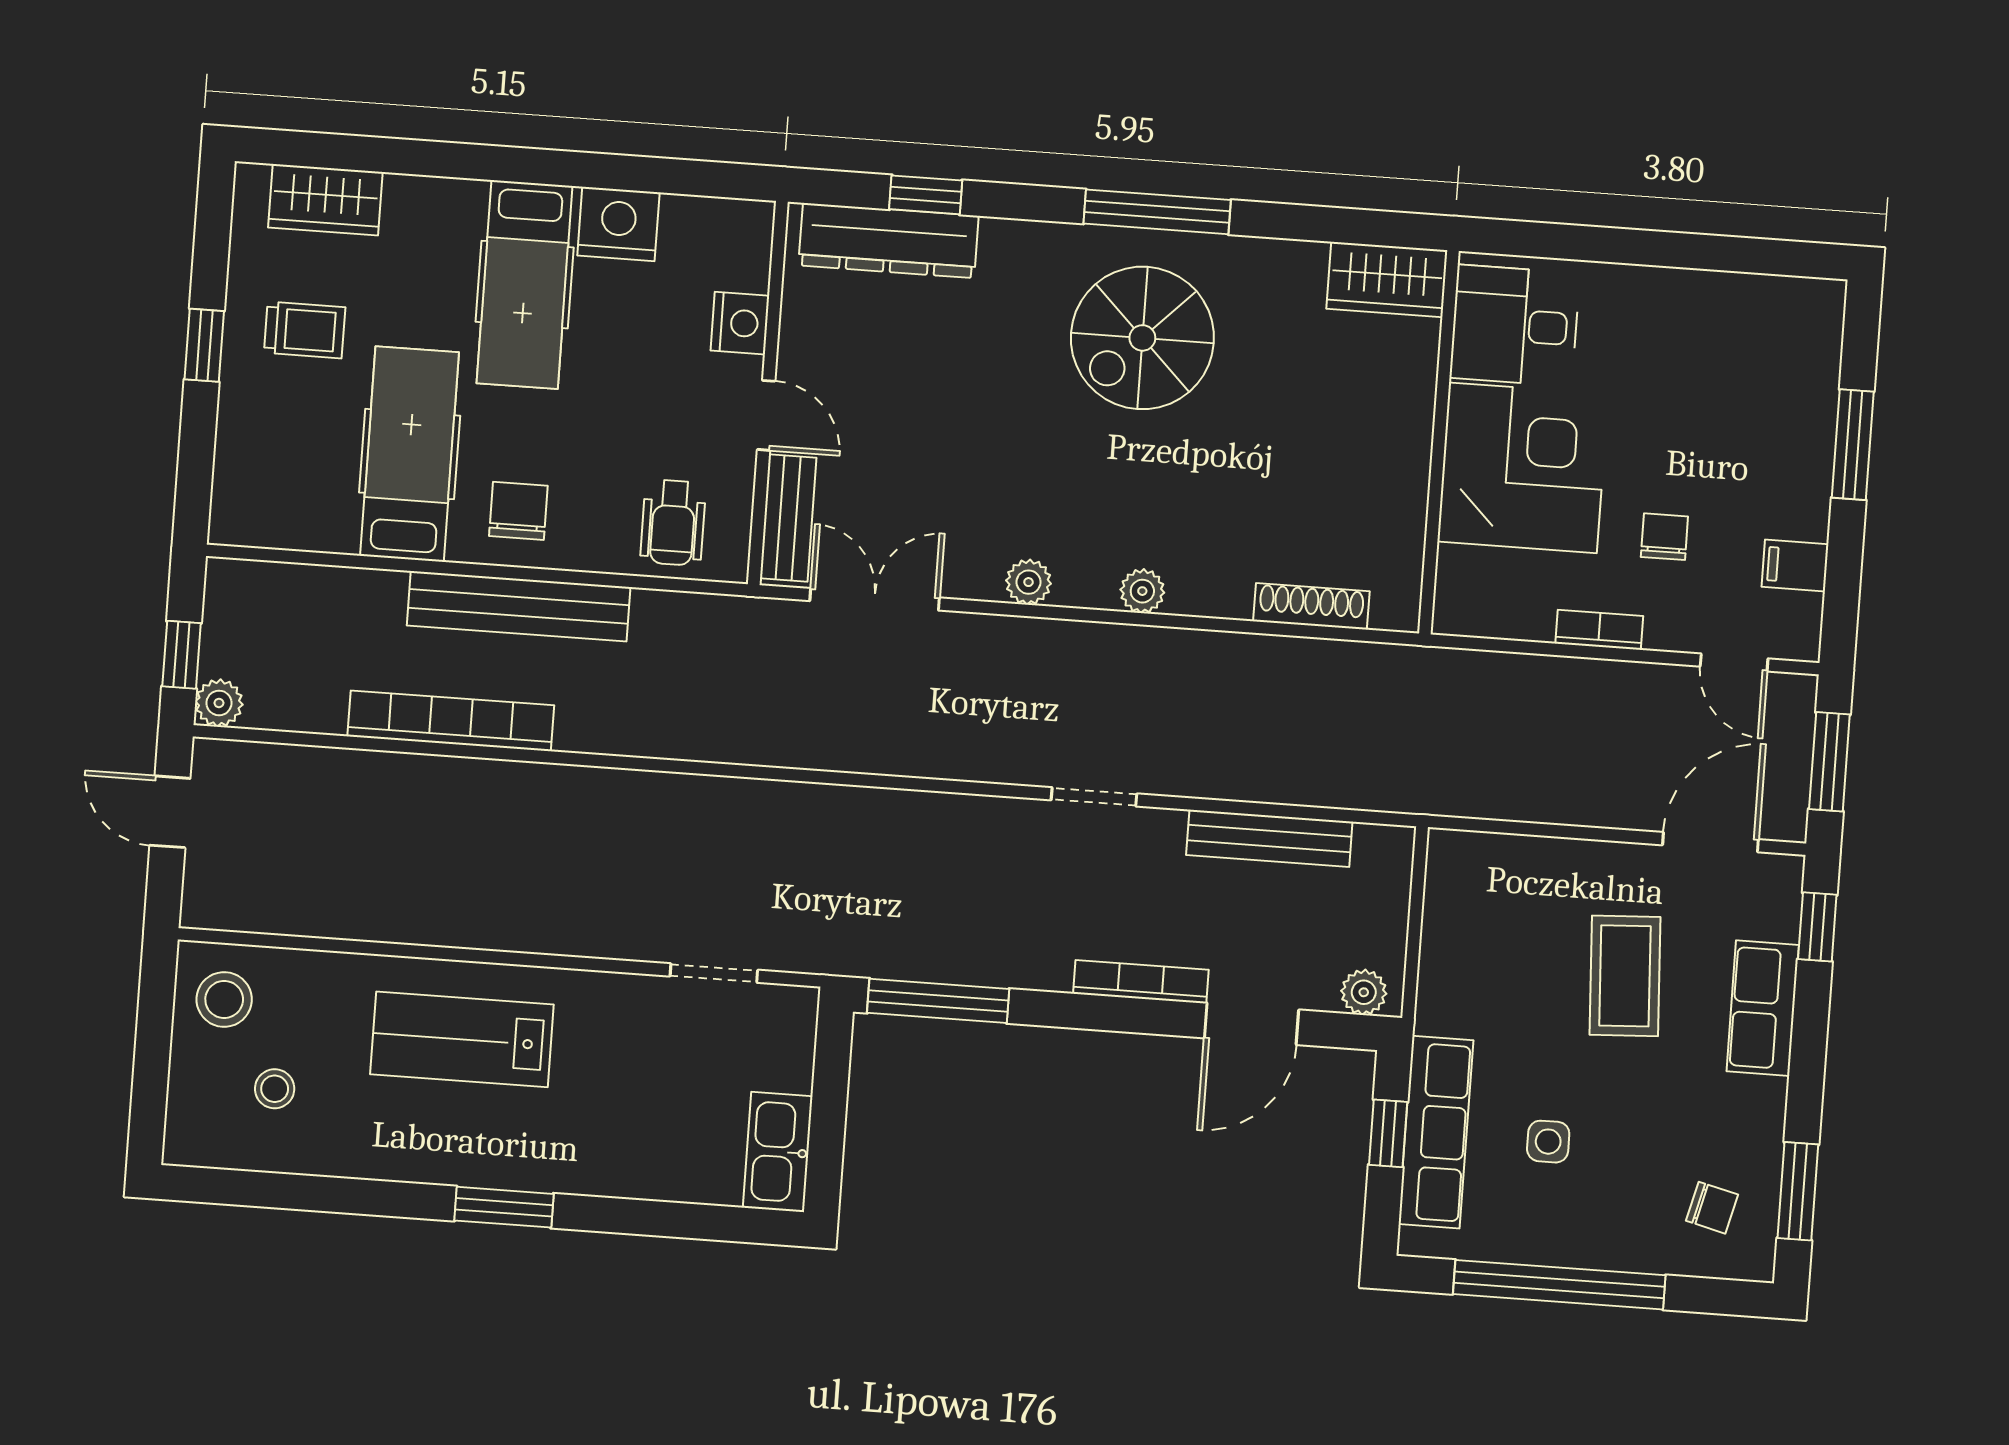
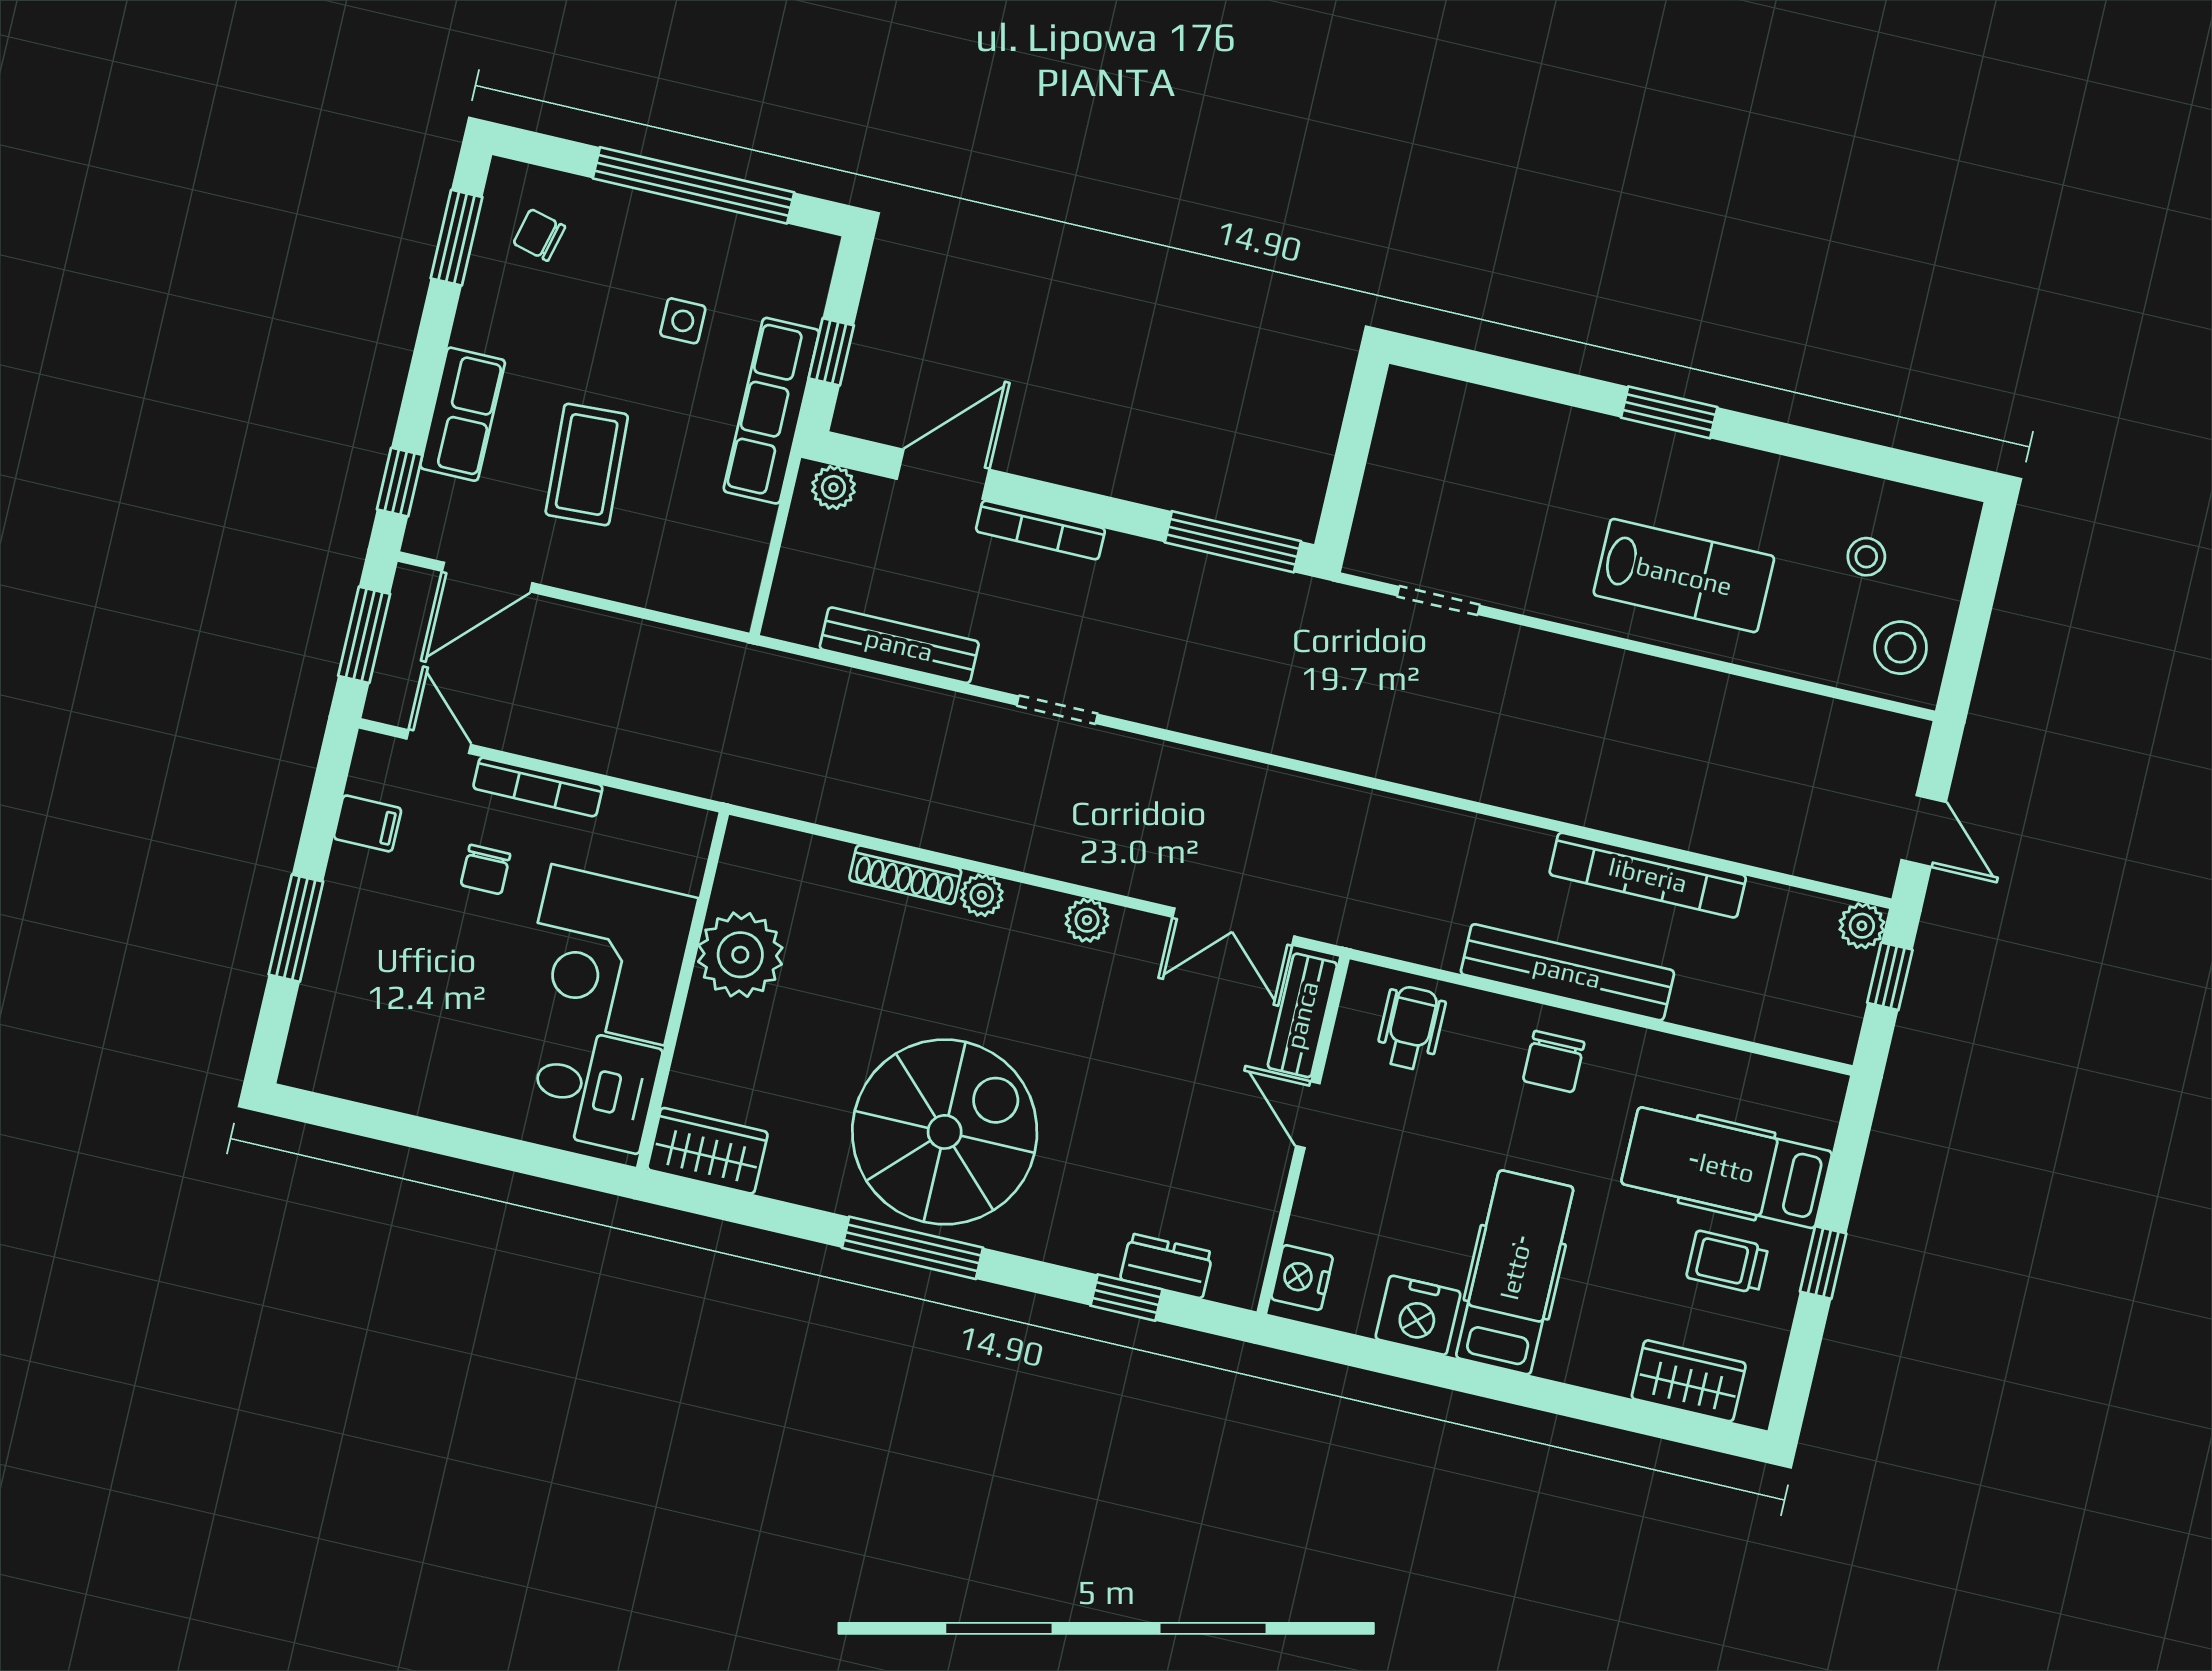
dresser: (889, 241) -> (1167, 1266), width x0.51, depth x0.80
nightstand: (740, 323) -> (1302, 1278), moved
spiral stairs: (1142, 338) -> (945, 1132), width x1.37, depth x1.37
hospital bed: (410, 454) -> (1727, 1168), moved, turned 90
plant: (1385, 489) -> (740, 955), added
shoe rack: (1311, 606) -> (905, 875), moved
bookcase: (1599, 630) -> (538, 787), width x1.56
row of seats: (1436, 1132) -> (771, 411), moved
kitchen sink: (778, 1152) -> (1405, 424), removed

